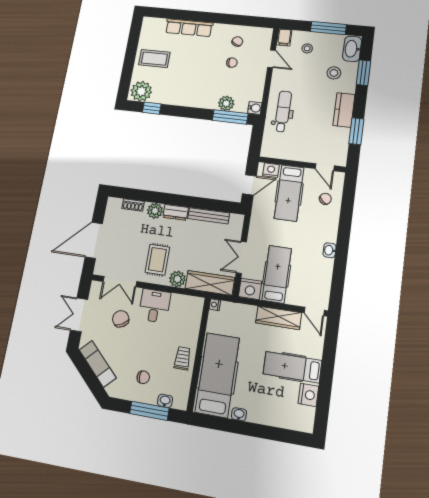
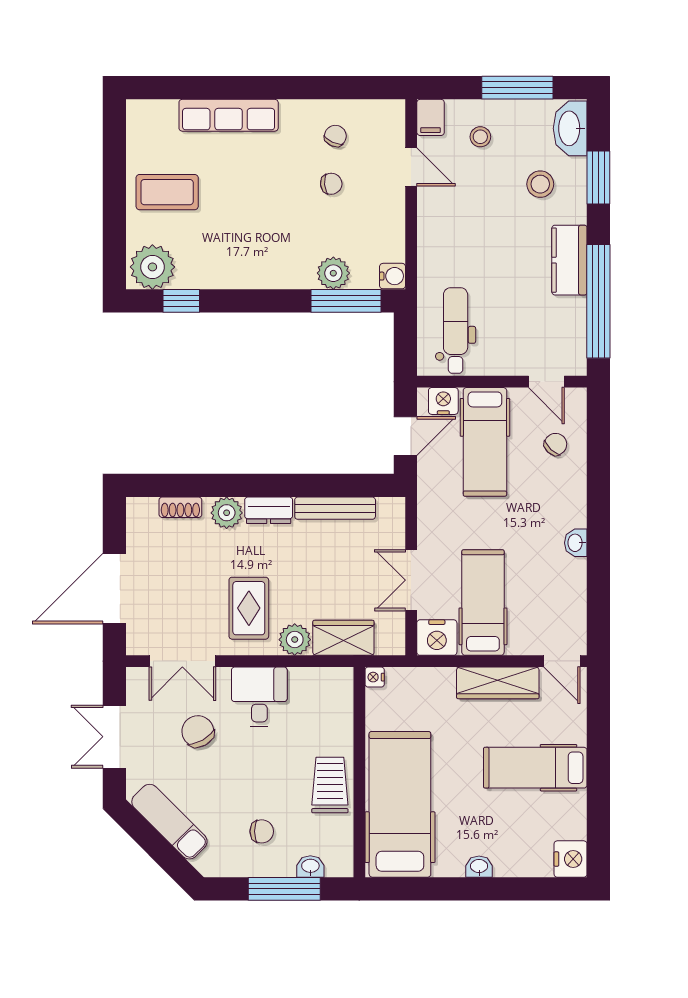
dental chair: (283, 111) -> (456, 331), moved
window: (356, 131) -> (598, 301), width x2.11
wardrobe: (210, 283) -> (343, 638), width x0.67
trolley: (182, 358) -> (330, 785), width x1.36, depth x1.39
nightstand: (308, 395) -> (571, 859), moved
washbasin: (239, 414) -> (479, 867), moved

